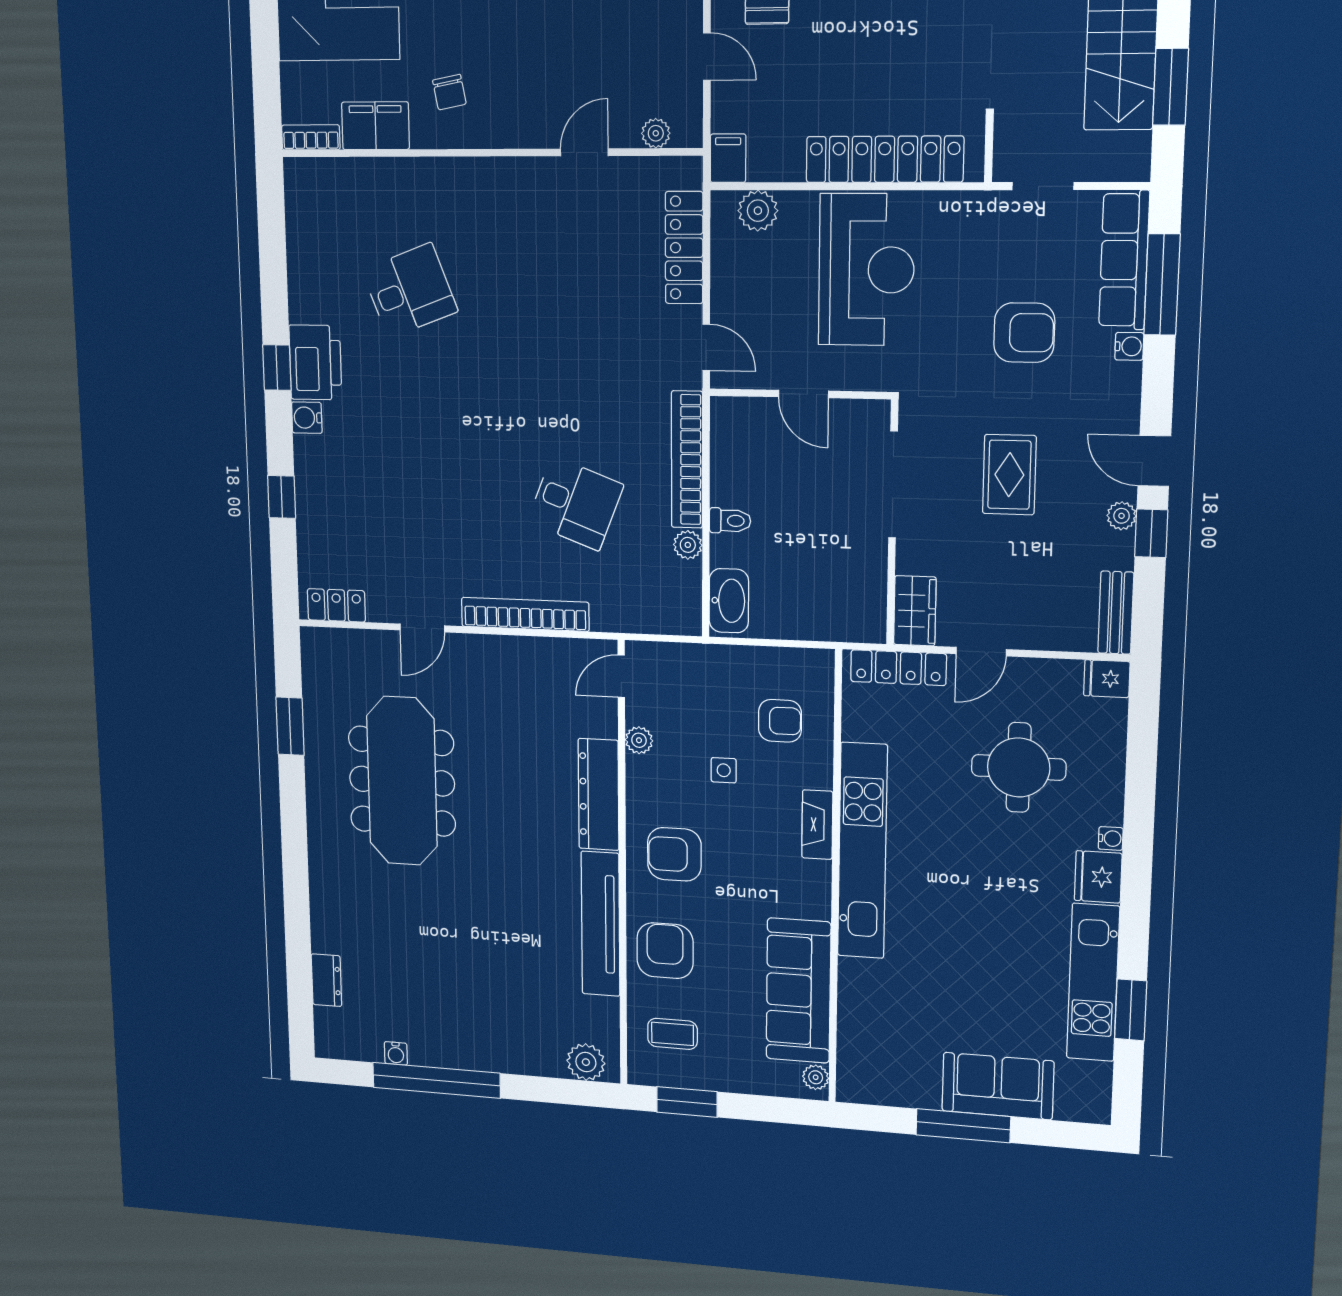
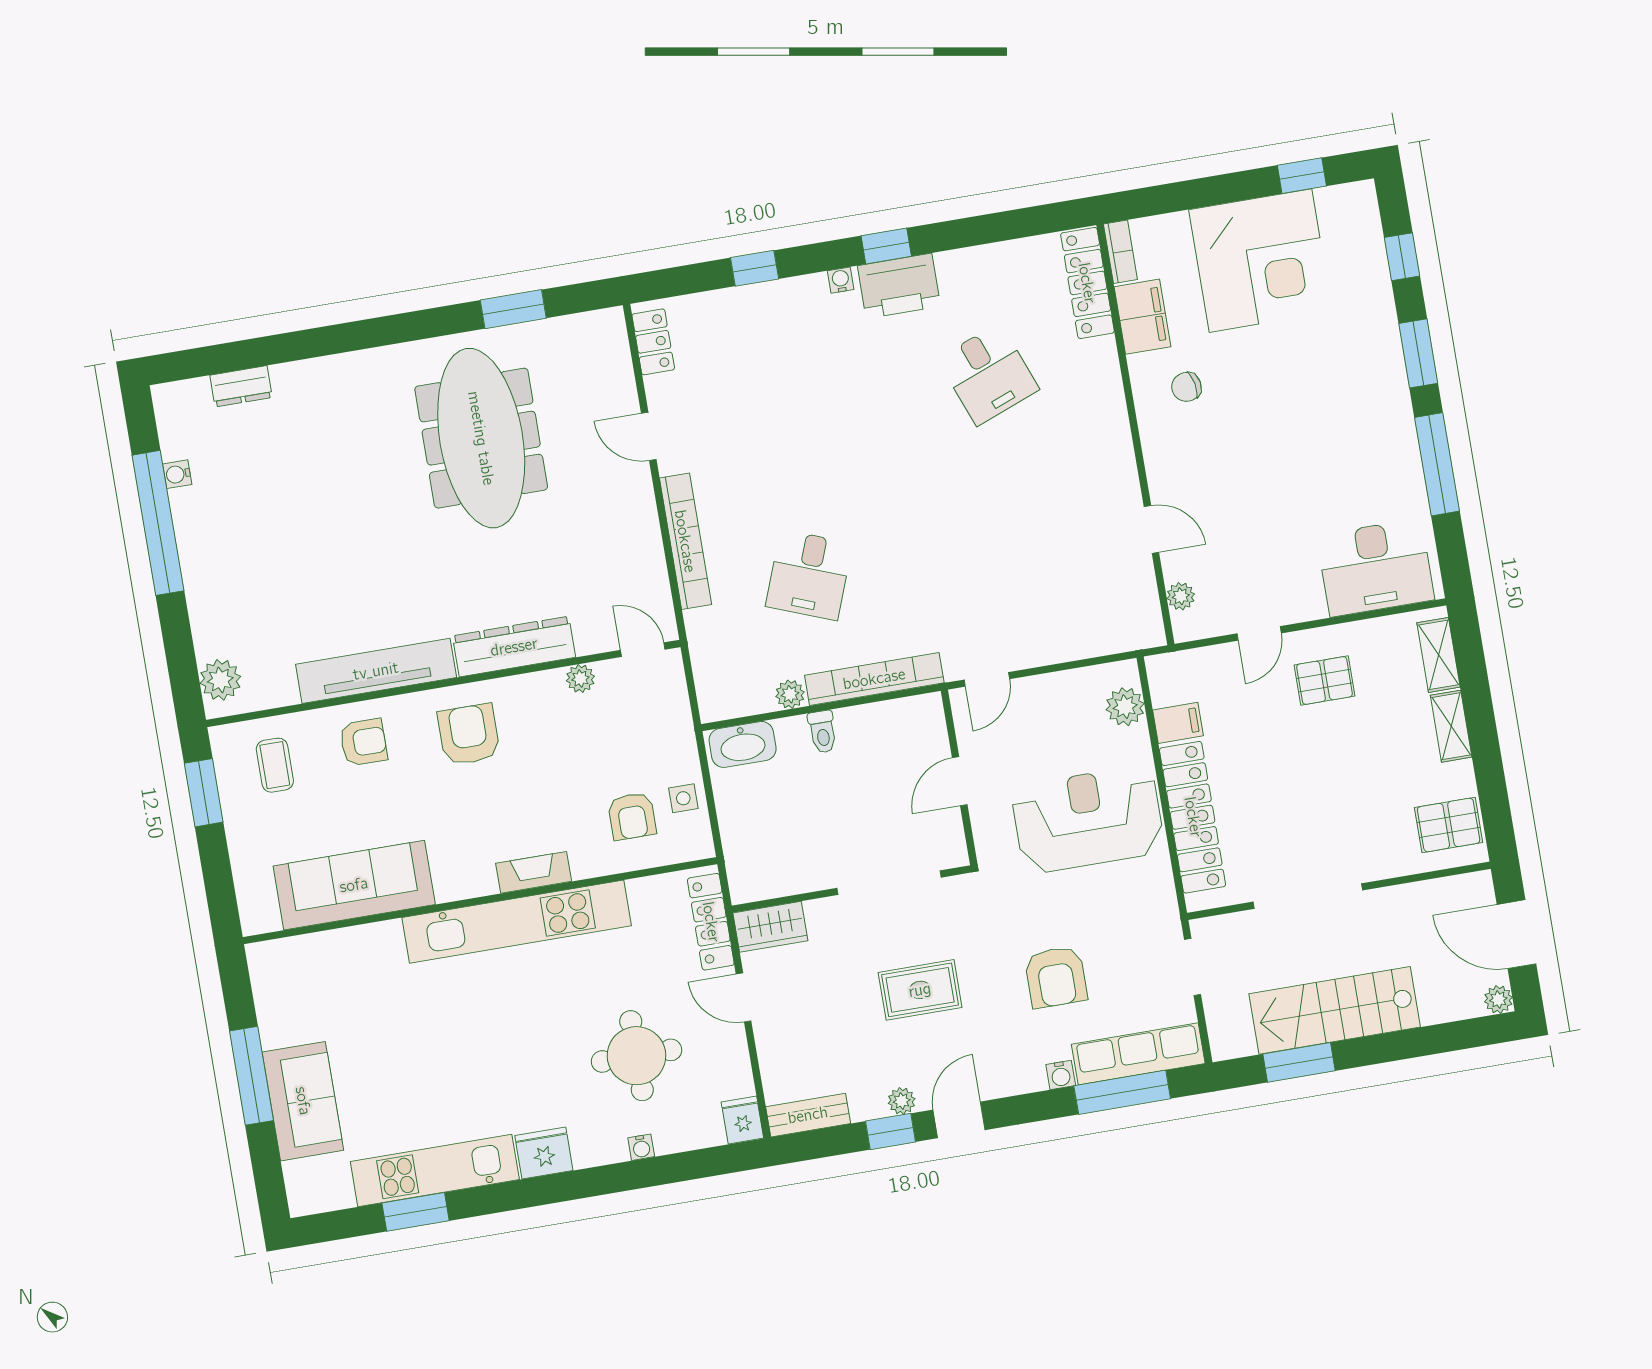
filing cabinet: (728, 158) -> (1178, 723), moved
locker: (684, 248) -> (1087, 283), moved, turned -90
reception desk: (866, 270) -> (1088, 819), turned 180
water cooler: (307, 418) -> (841, 280), width x0.72, depth x0.72
side table: (724, 770) -> (683, 798), moved
meeting table: (402, 781) -> (481, 438), turned 90
water cooler: (1111, 838) -> (641, 1147), moved
armchair: (665, 951) -> (363, 742), width x0.72, depth x0.72
plant: (816, 1077) -> (265, 919), removed

